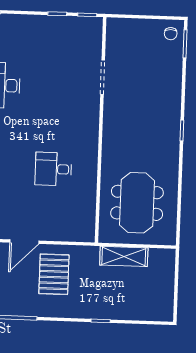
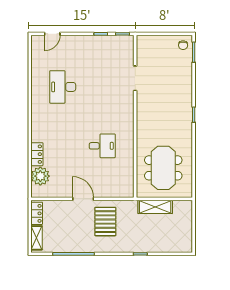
desk: (53, 169) -> (102, 146), turned 180
door: (24, 242) -> (83, 199), swing flipped

